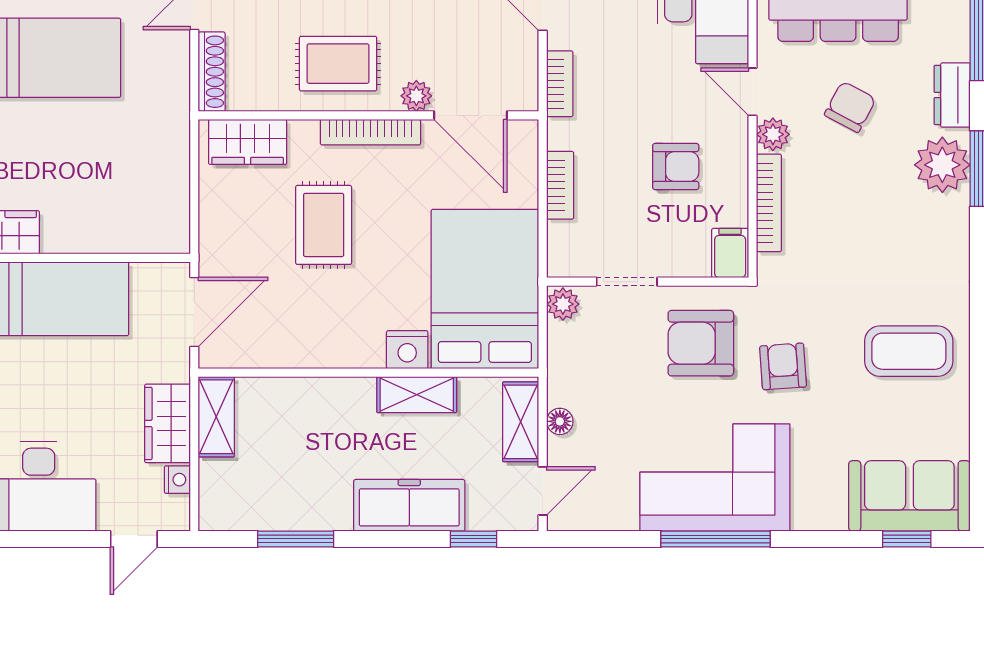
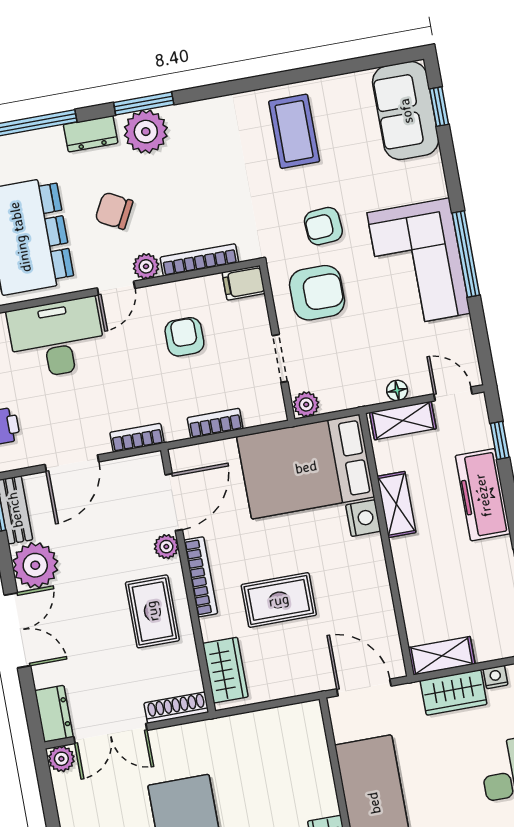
armchair: (701, 343) -> (317, 293), turned -90

